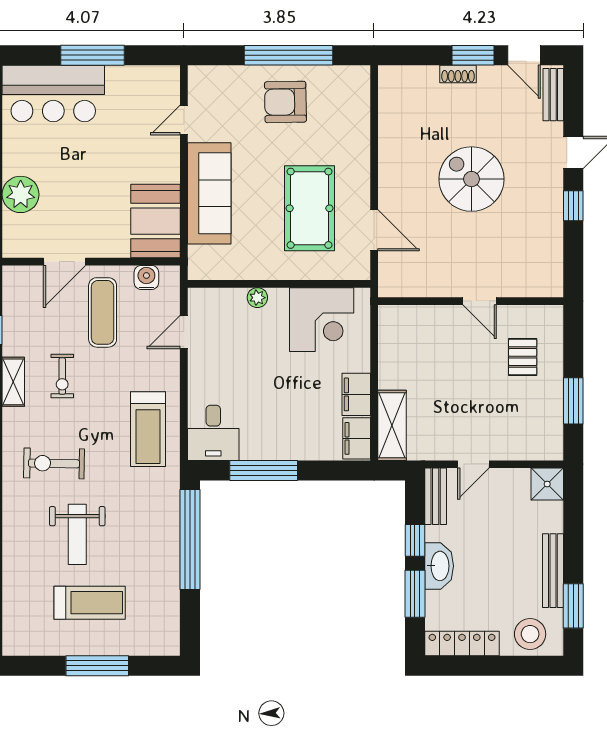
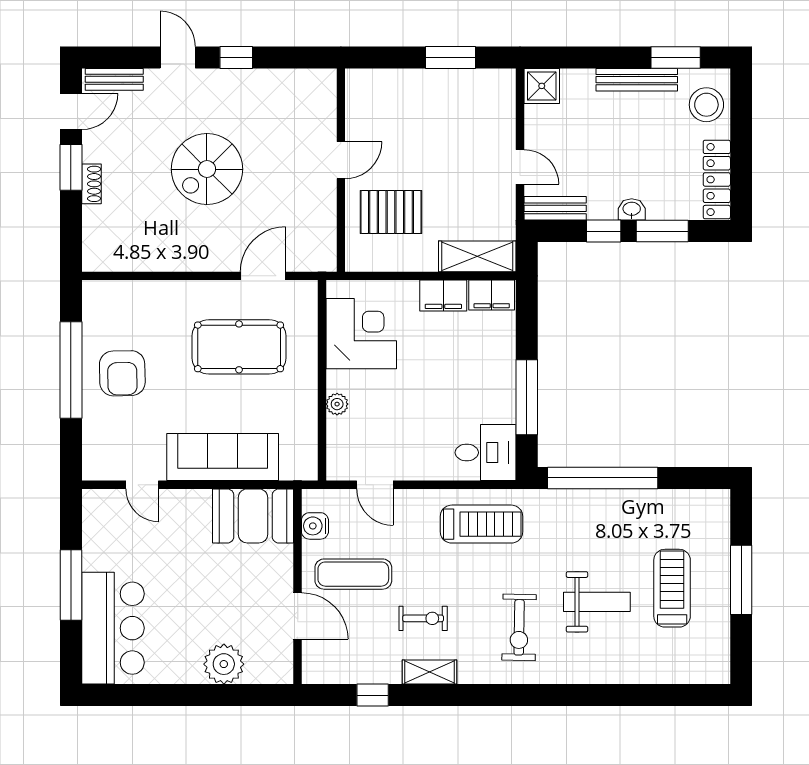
pallet: (523, 357) -> (391, 212), moved, width x1.50, depth x1.42
washbasin: (439, 566) -> (632, 209), width x0.52, depth x0.69

